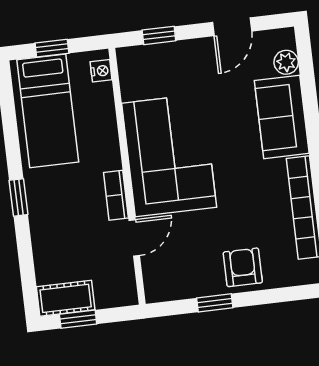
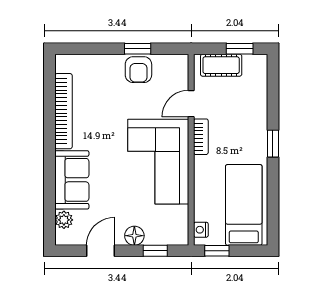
window: (52, 48) -> (217, 251), moved
floor lamp: (189, 52) -> (134, 236), added
armchair: (243, 267) -> (138, 70), moved
cot: (66, 298) -> (221, 65), moved

